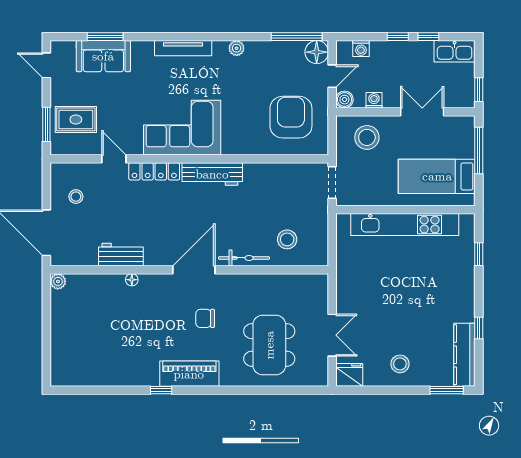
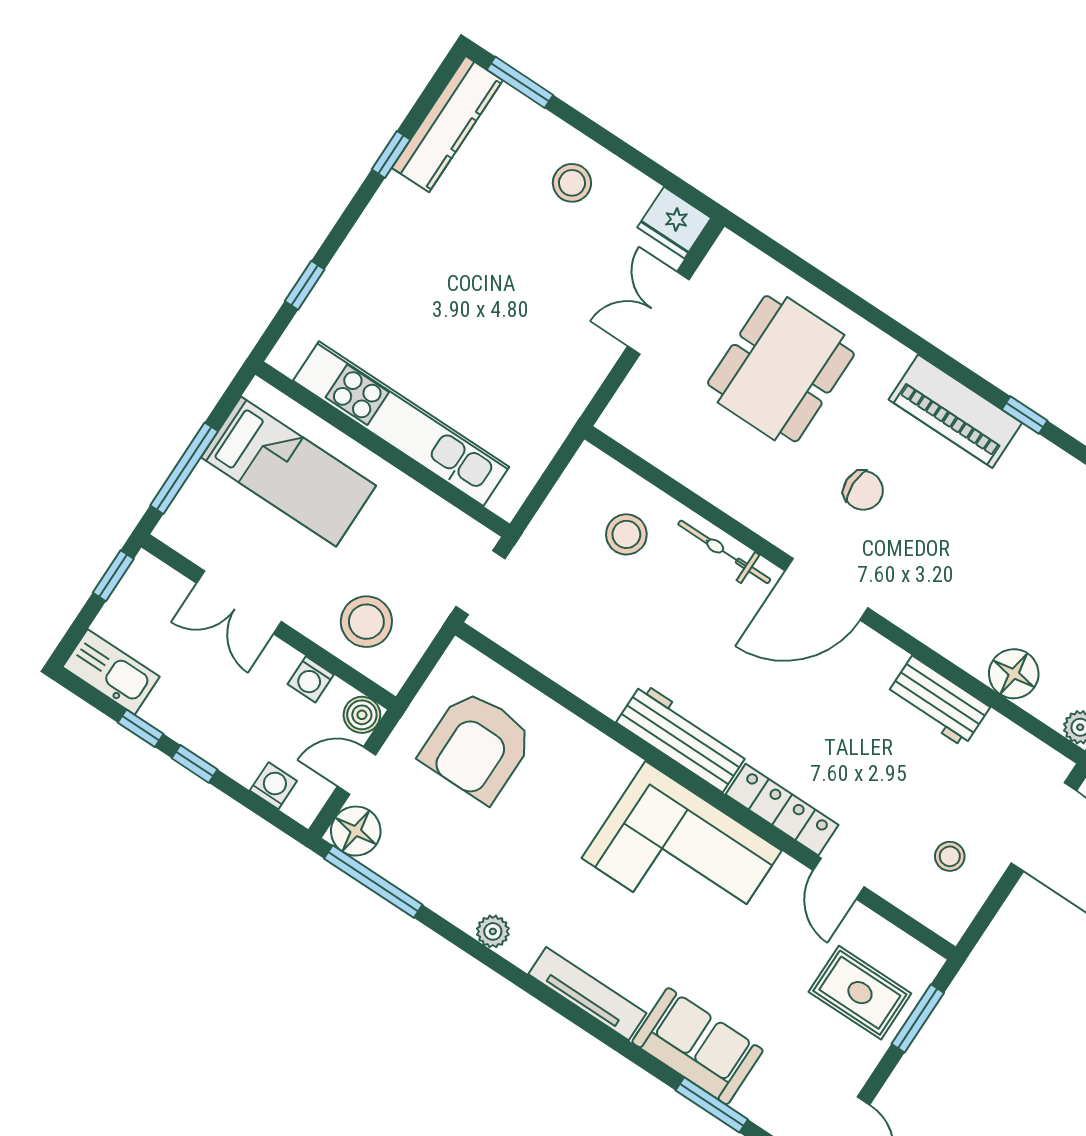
sofa: (103, 56) -> (697, 1046), moved
floor lamp: (132, 280) -> (1014, 674), moved, width x1.89, depth x1.89

